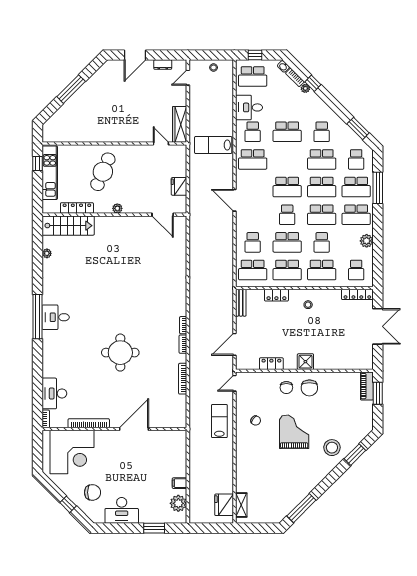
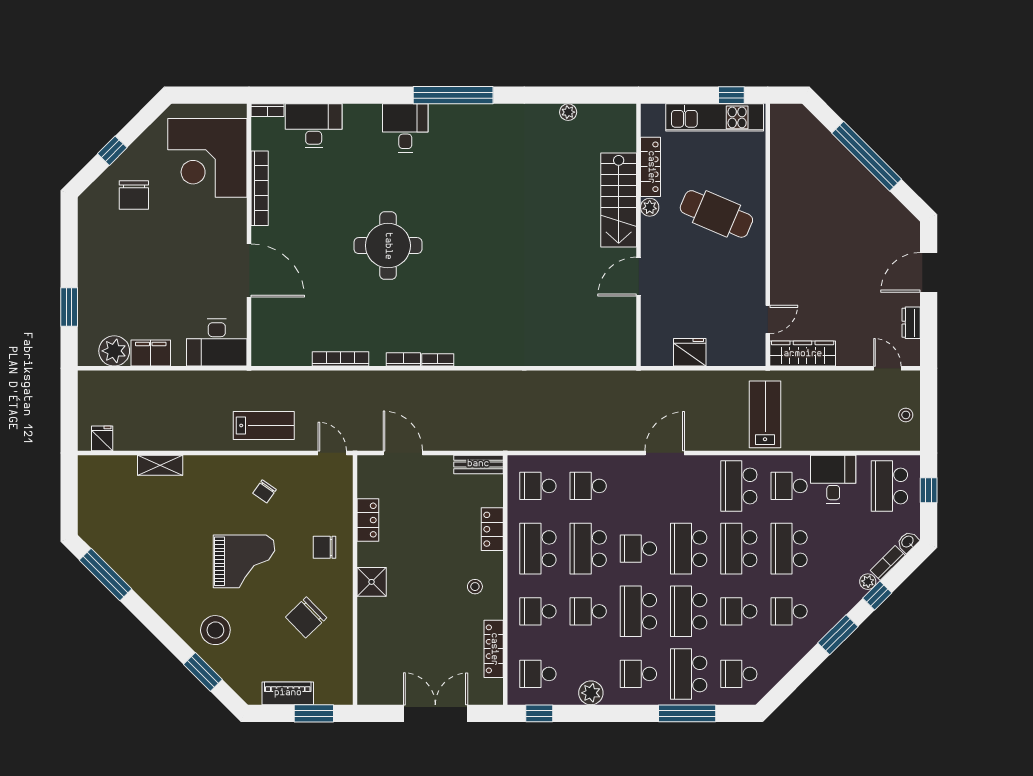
door: (135, 55) -> (929, 272), hinge flipped
window: (71, 89) -> (867, 156), width x1.46
window: (358, 128) -> (838, 635), moved
school desk: (287, 159) -> (739, 549), added
school desk: (322, 159) -> (739, 611), width x0.54
plant: (117, 208) -> (650, 207), moved
door: (163, 215) -> (639, 277), moved
school desk: (356, 215) -> (638, 674), width x0.54
stairs: (68, 226) -> (619, 200), moved
window: (378, 269) -> (539, 713), added
school desk: (253, 270) -> (538, 486), width x0.54
school desk: (322, 270) -> (538, 611), width x0.54
locker: (357, 294) -> (494, 649), moved
desk: (56, 317) -> (405, 128), moved
double door: (378, 326) -> (435, 713), swing flipped
piano: (367, 386) -> (288, 693), moved
chair: (309, 388) -> (306, 617), moved, turned -44
filing cabinet: (179, 483) -> (151, 353), width x2.00
fridge: (224, 505) -> (102, 438), width x0.53, depth x0.75
shelving: (241, 505) -> (160, 465), moved
desk: (122, 510) -> (217, 342), moved, turned -90

